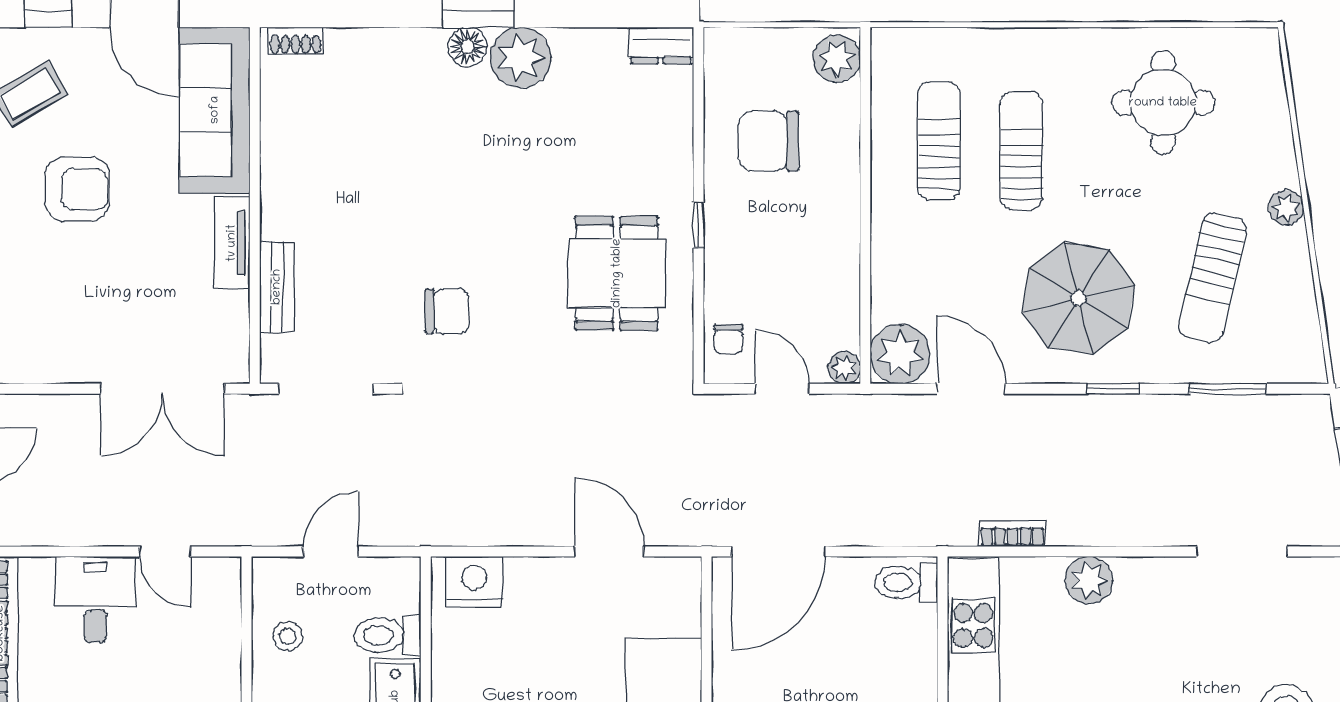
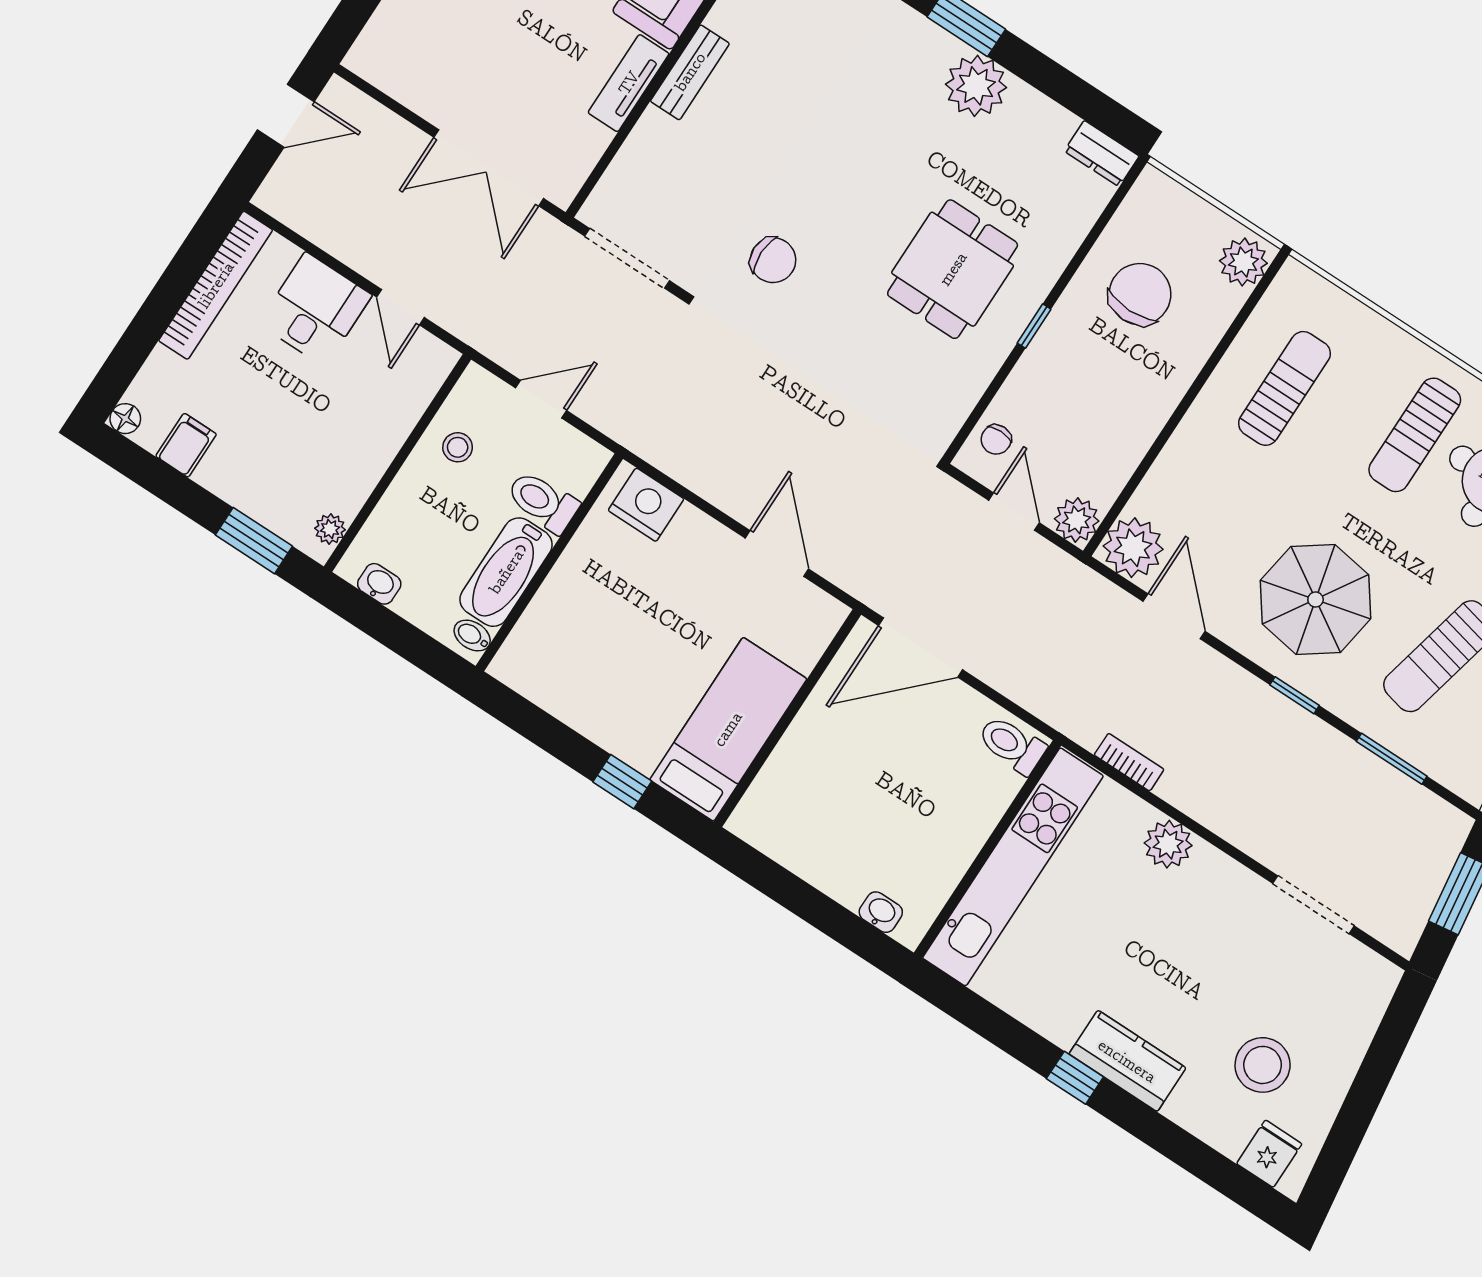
floor lamp: (467, 47) -> (937, 47), removed
chair: (769, 141) -> (1140, 294), turned 90
sun lounger: (1021, 151) -> (1415, 435), moved, turned 180
dining table: (617, 273) -> (953, 269), moved
bench: (277, 287) -> (690, 72), moved
plant: (844, 368) -> (1077, 520), width x1.38, depth x1.38

